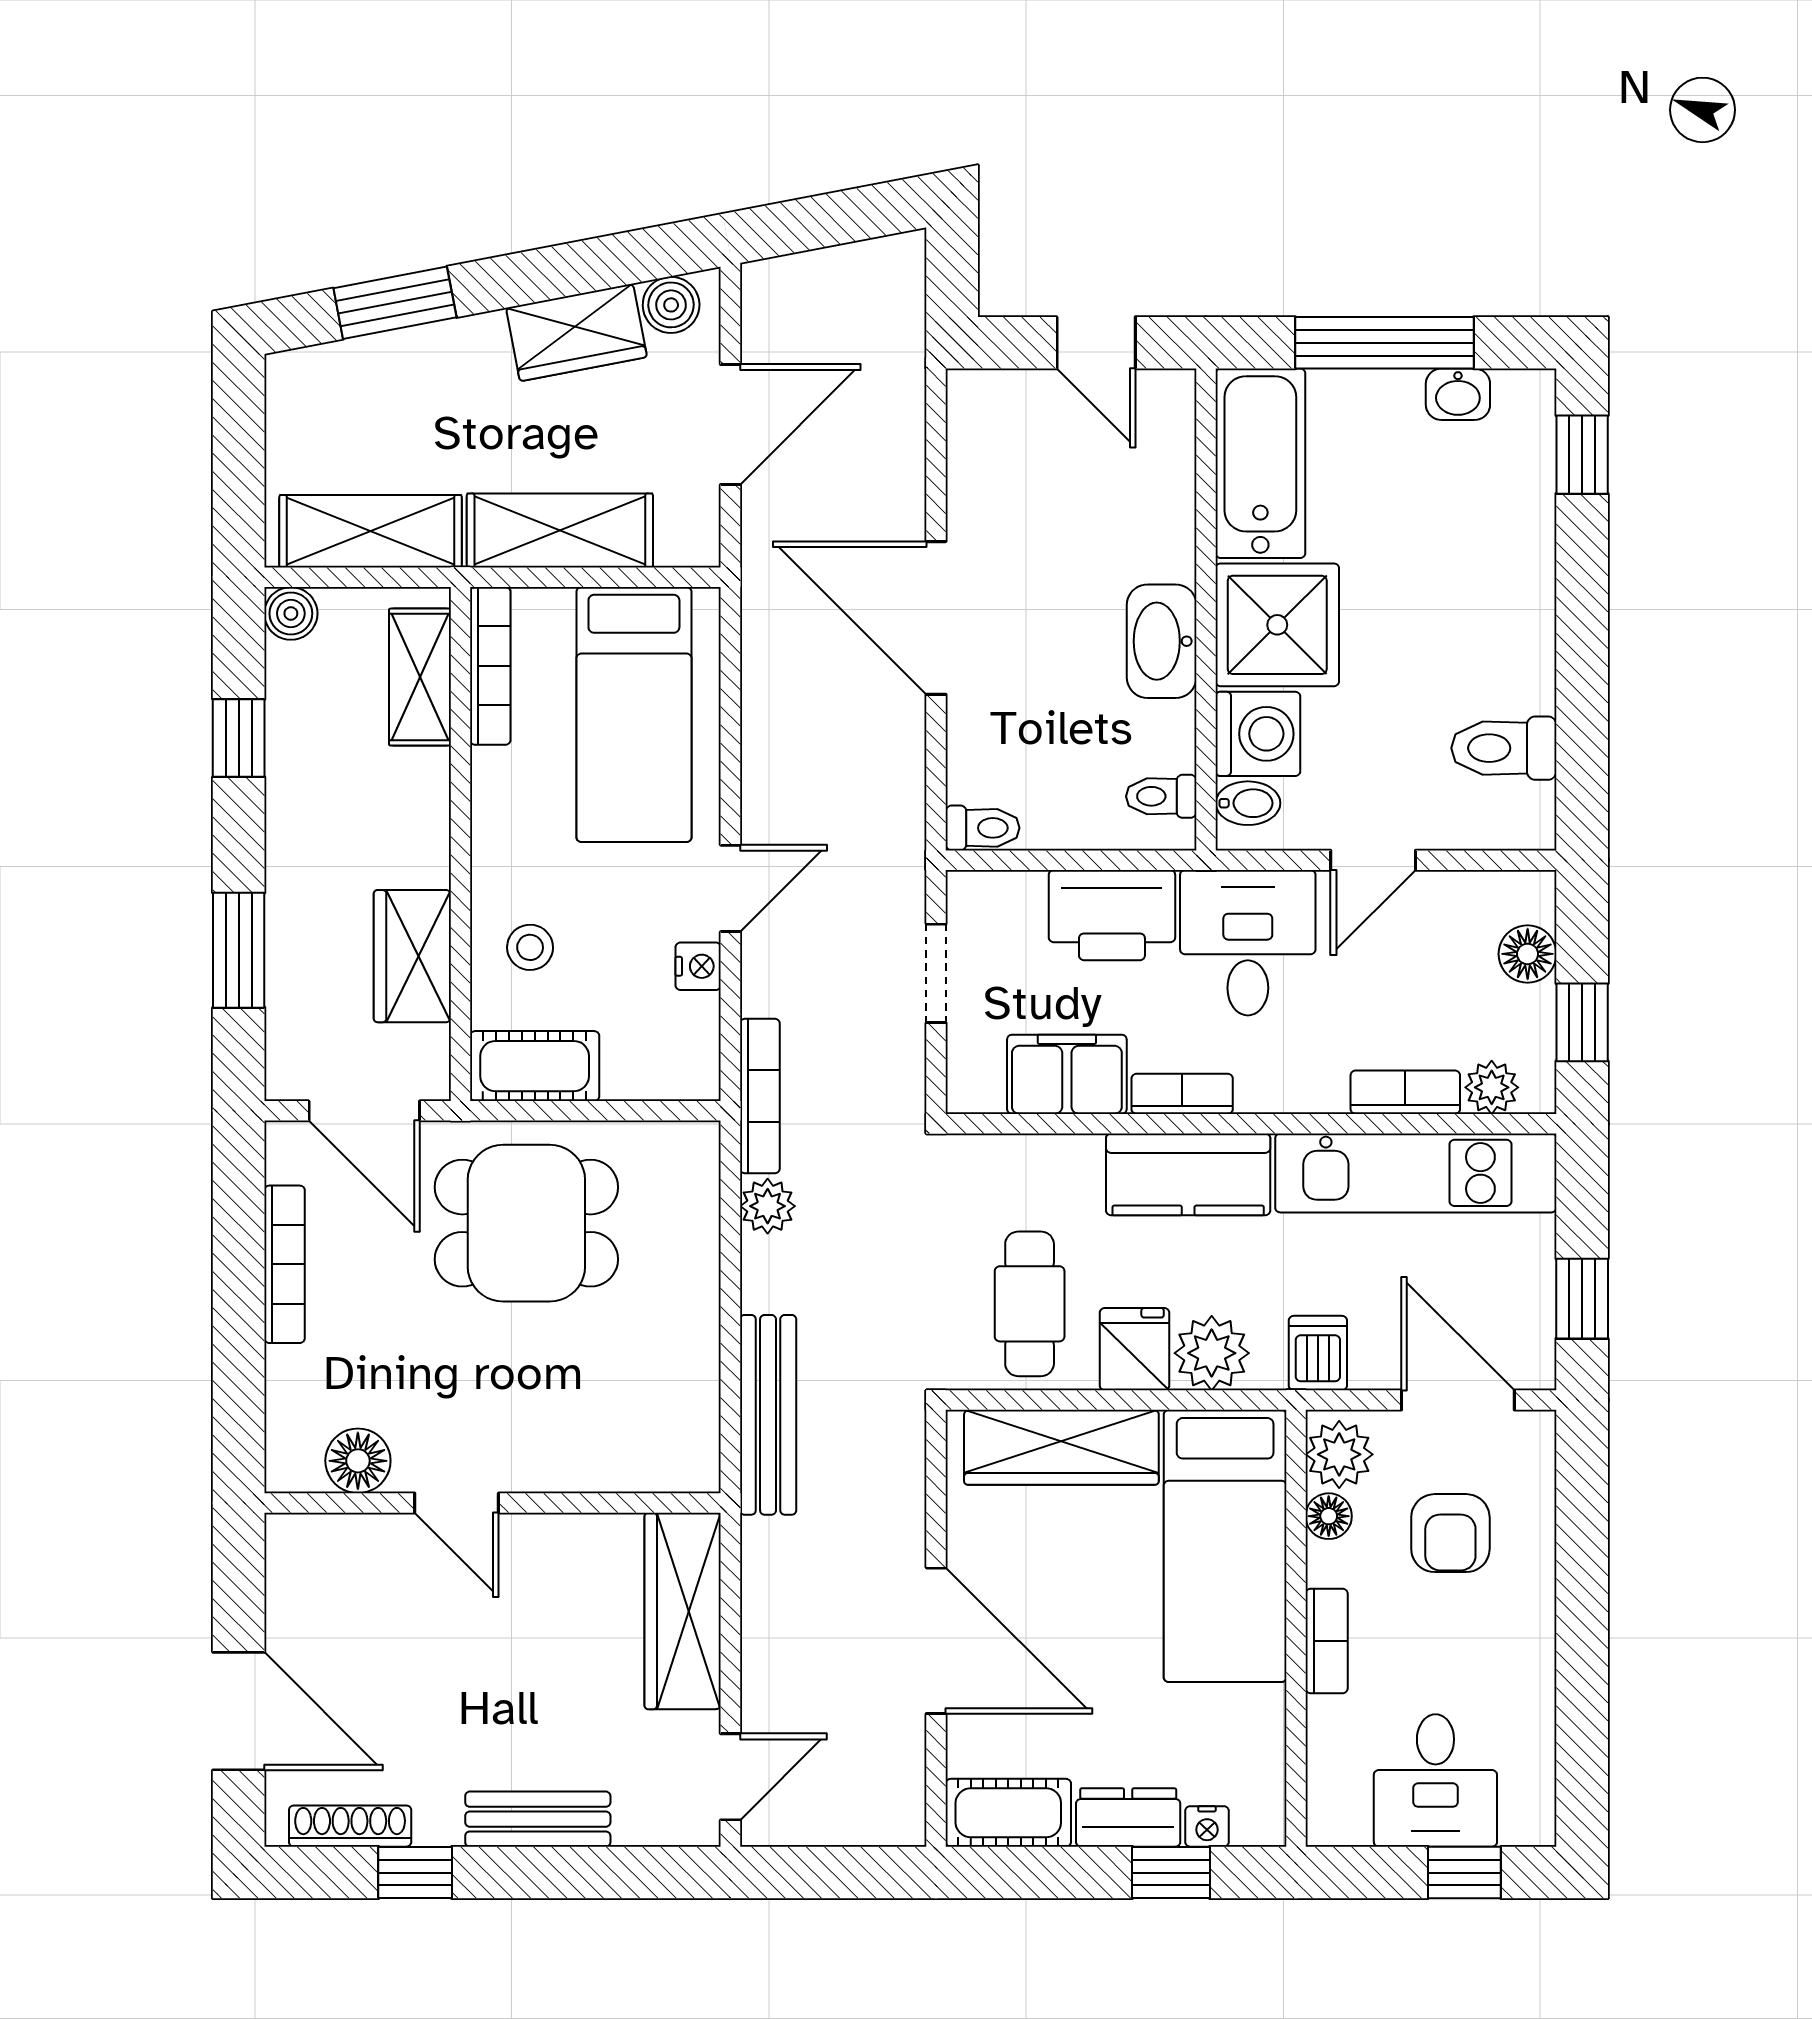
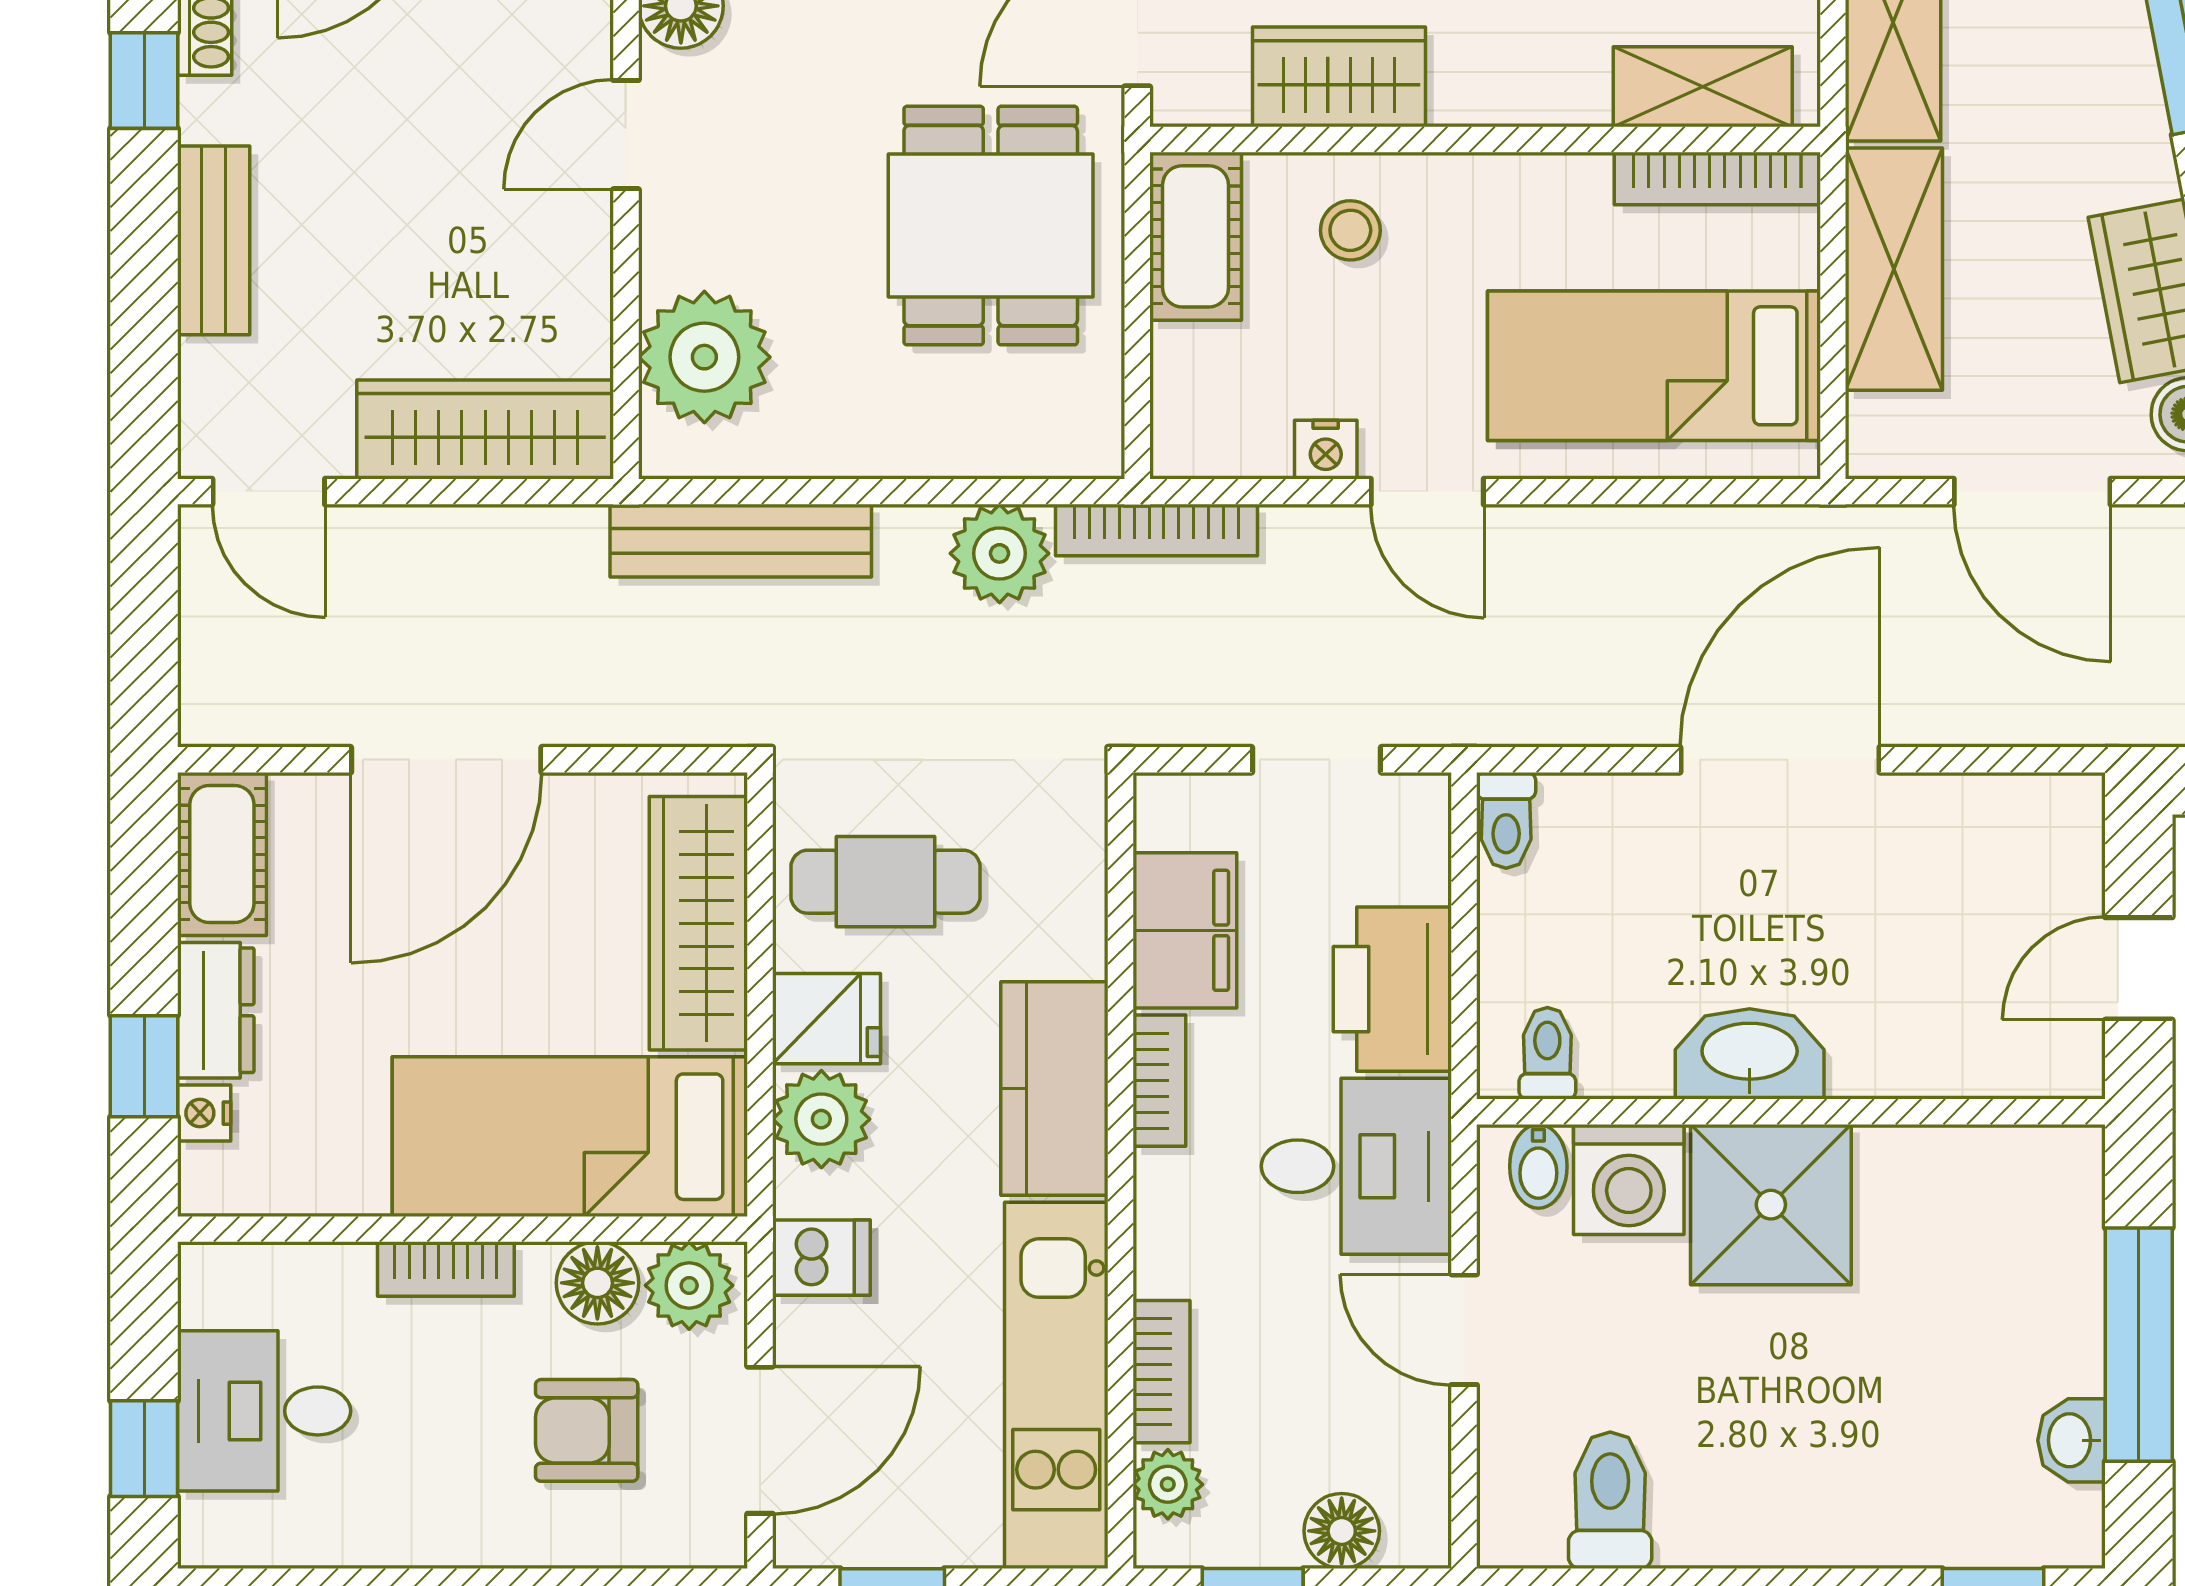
bathtub: (1260, 463) -> (1982, 1183), removed
plant: (768, 1206) -> (1000, 553), width x1.38, depth x1.38
plant: (627, 1443) -> (704, 357), added
floor lamp: (1329, 1516) -> (597, 1283), width x1.37, depth x1.37

